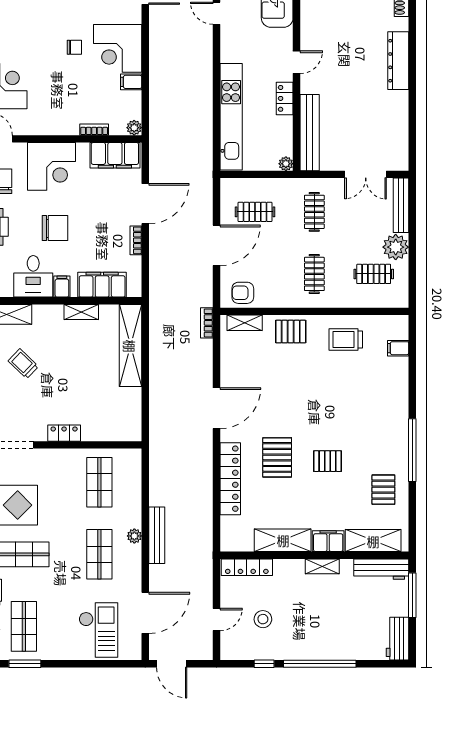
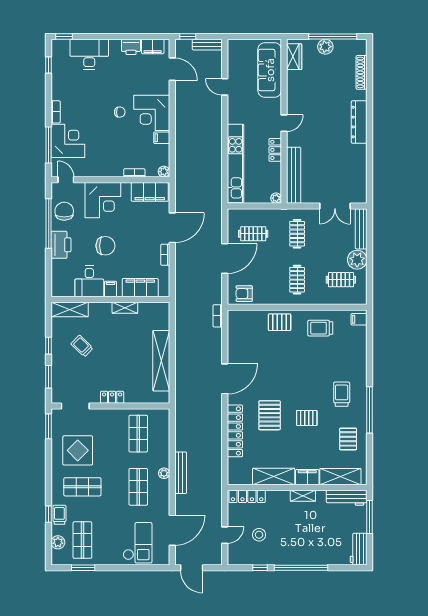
shelving: (245, 323) -> (245, 316), removed
shelving: (130, 346) -> (161, 361), moved
filing cabinet: (398, 348) -> (359, 319), moved
trolley: (375, 429) -> (342, 394), added

